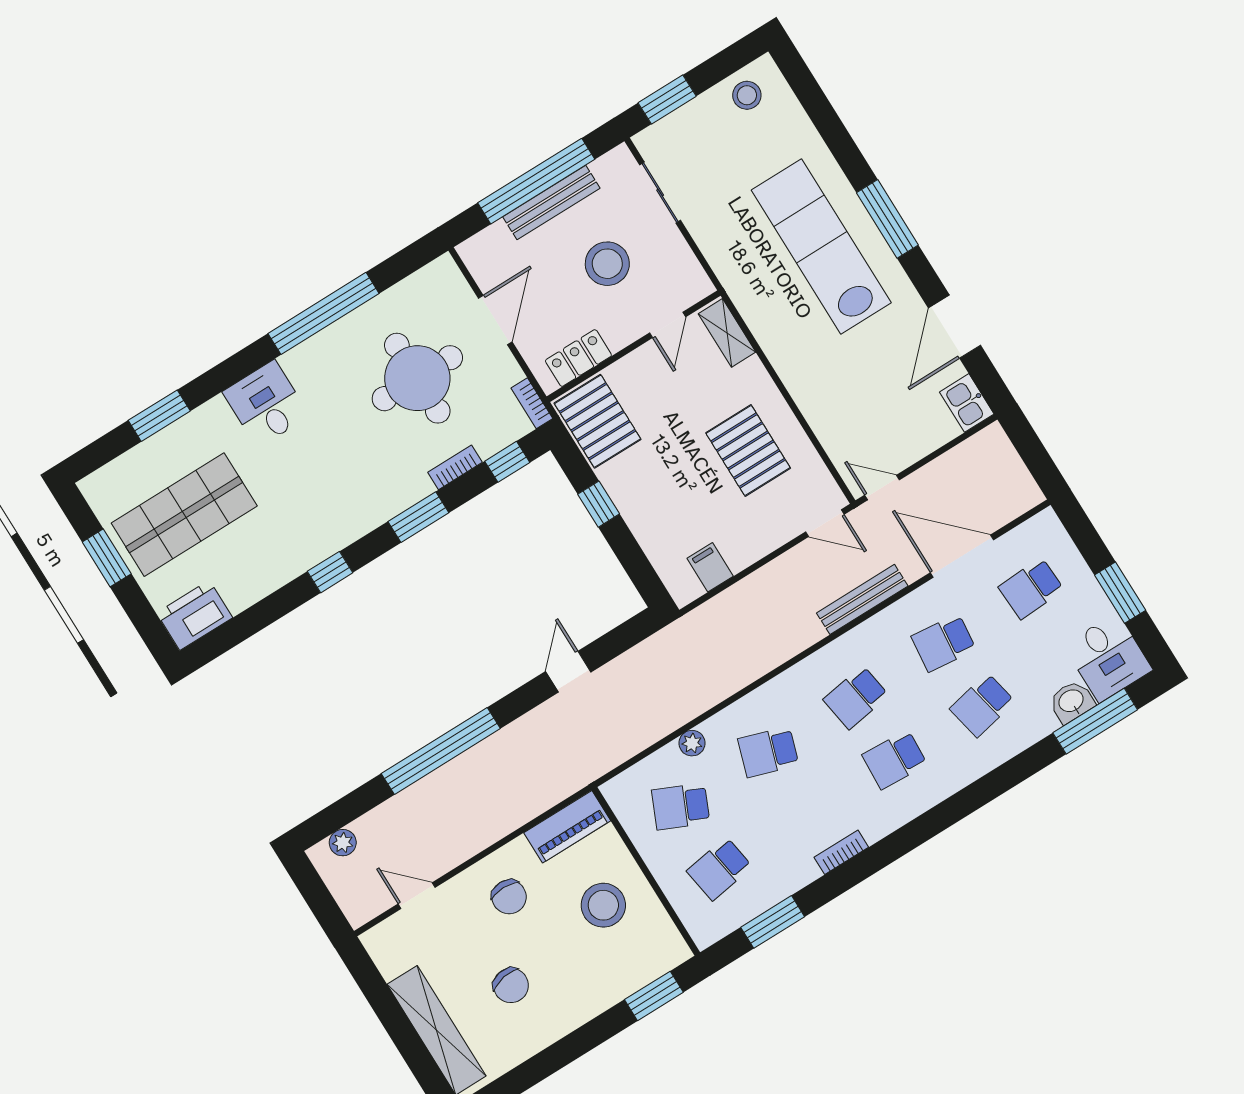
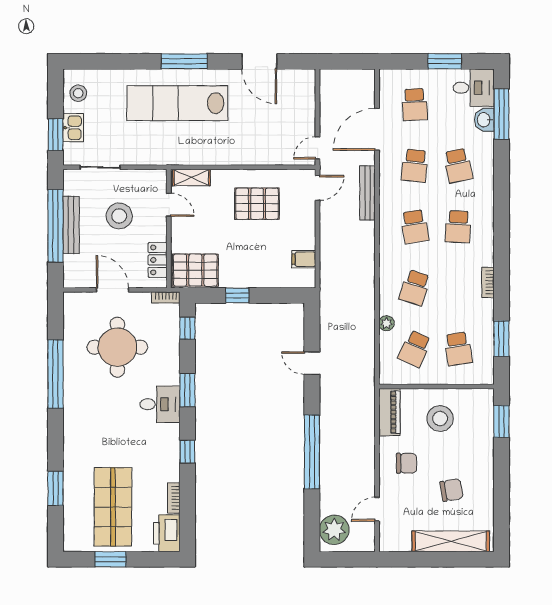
kitchen sink: (967, 403) -> (73, 128), moved, turned -90
desk: (266, 404) -> (160, 404), moved, turned 180
bookcase: (455, 467) -> (174, 498), moved
plant: (343, 843) -> (334, 530), width x1.88, depth x1.88

